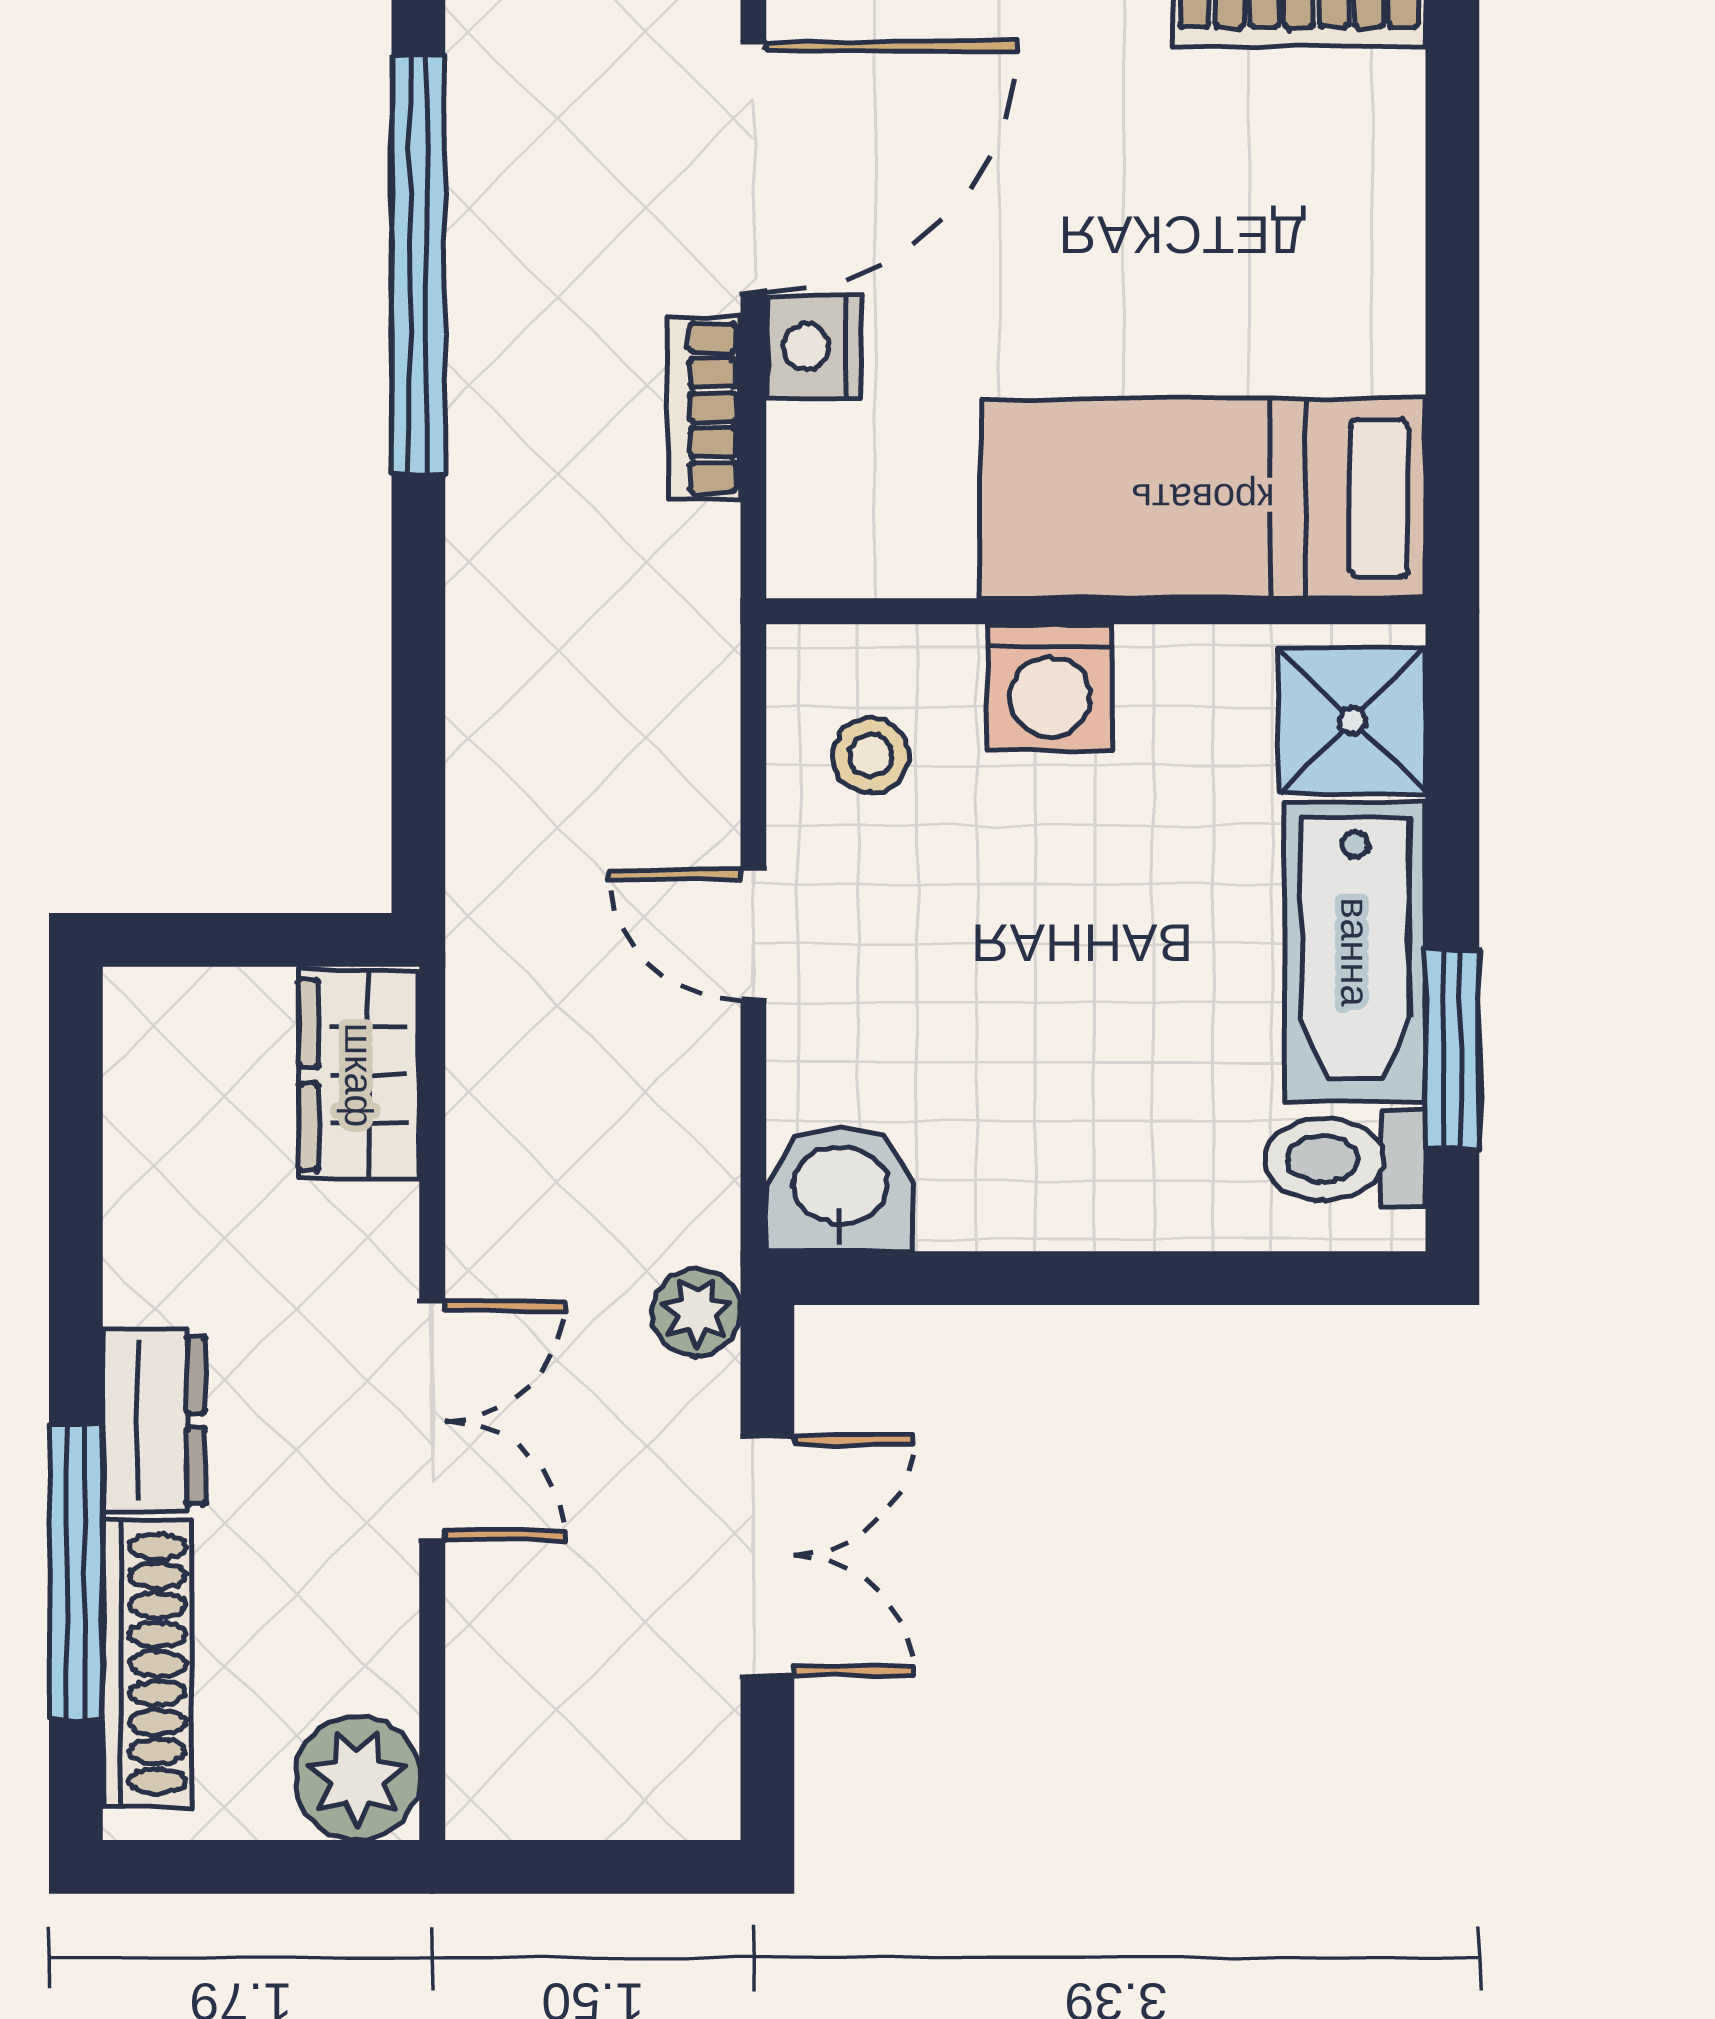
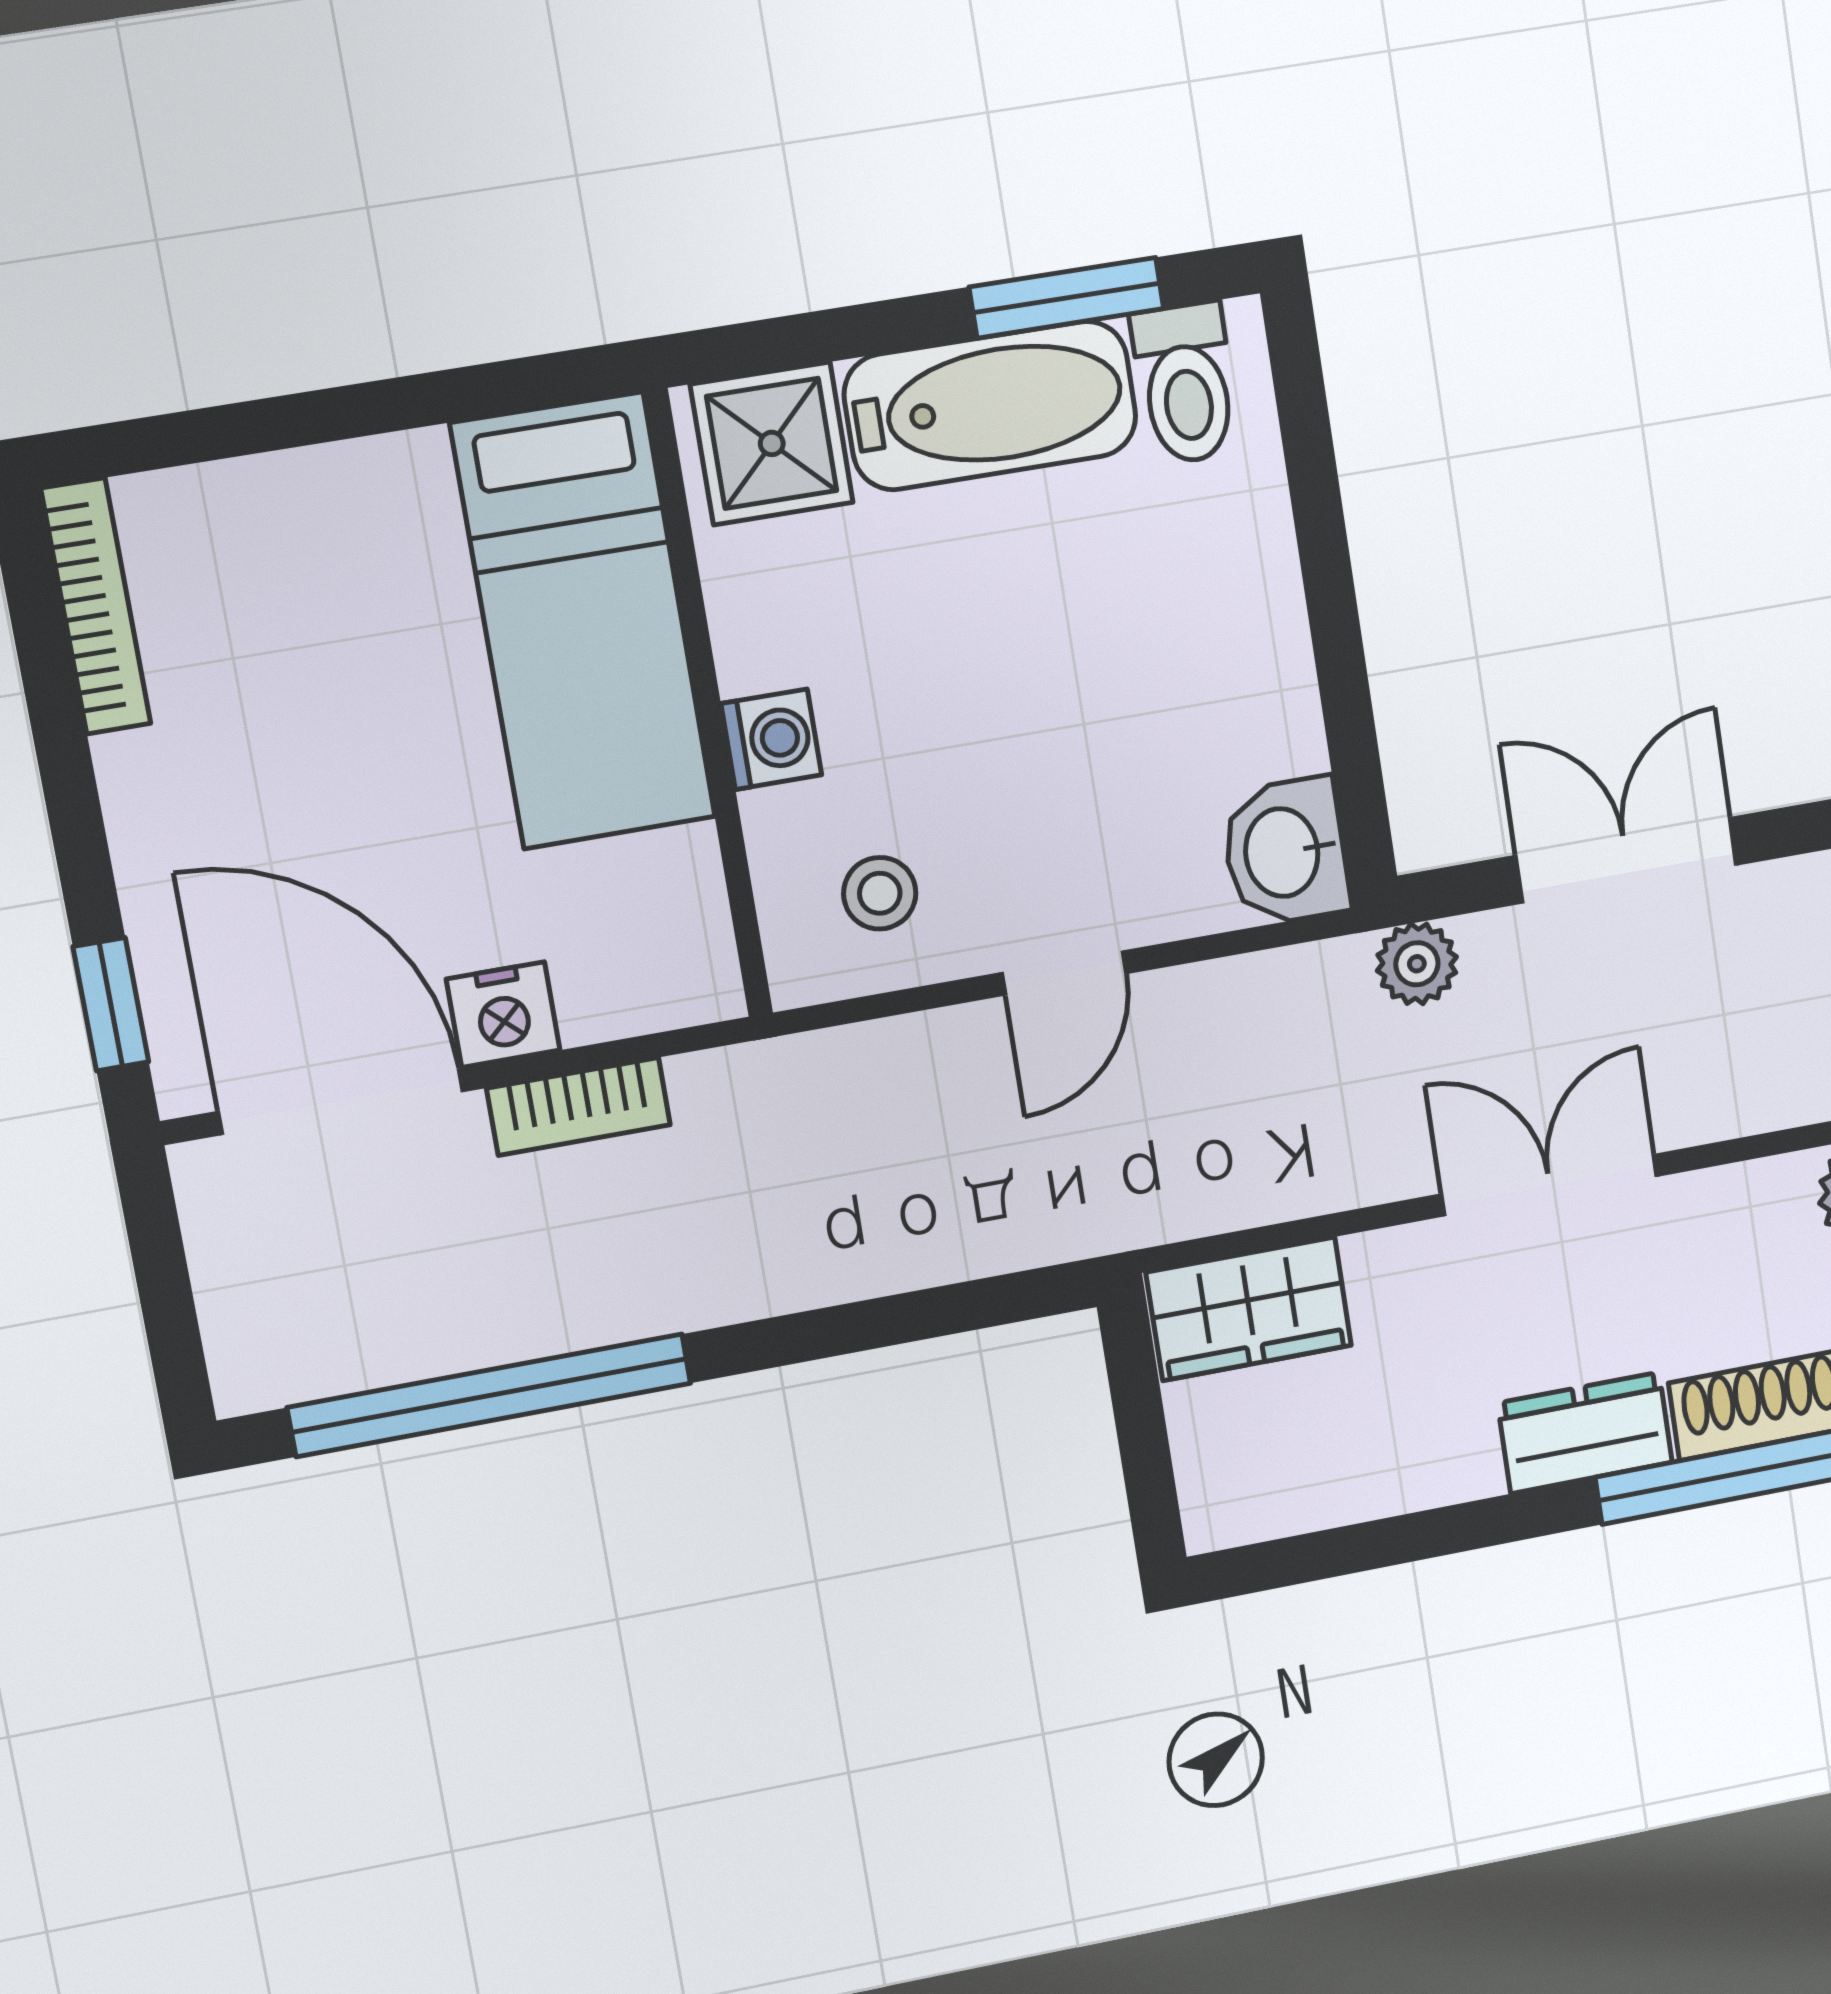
washing machine: (1050, 687) -> (771, 739), width x0.73, depth x0.73

